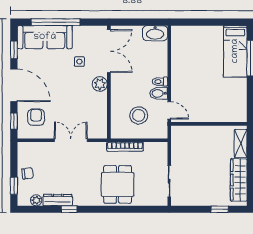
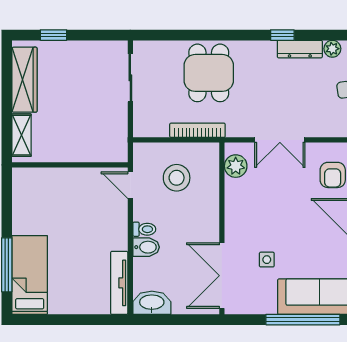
tv unit: (176, 46) -> (119, 283), added
plant: (100, 84) -> (236, 166), moved
bidet: (159, 93) -> (146, 247), moved

